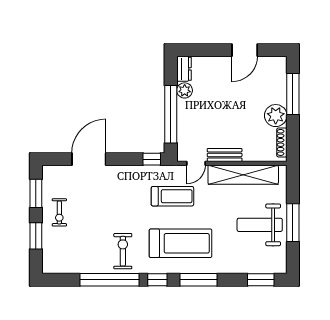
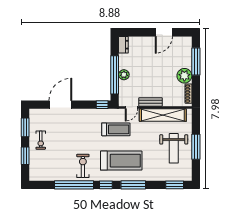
plant: (185, 90) -> (124, 75), moved
weight bench: (260, 225) -> (174, 148), turned -90

